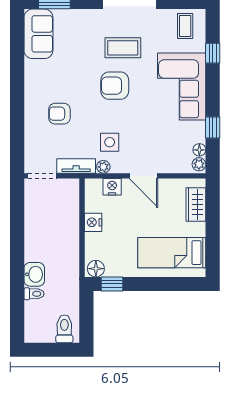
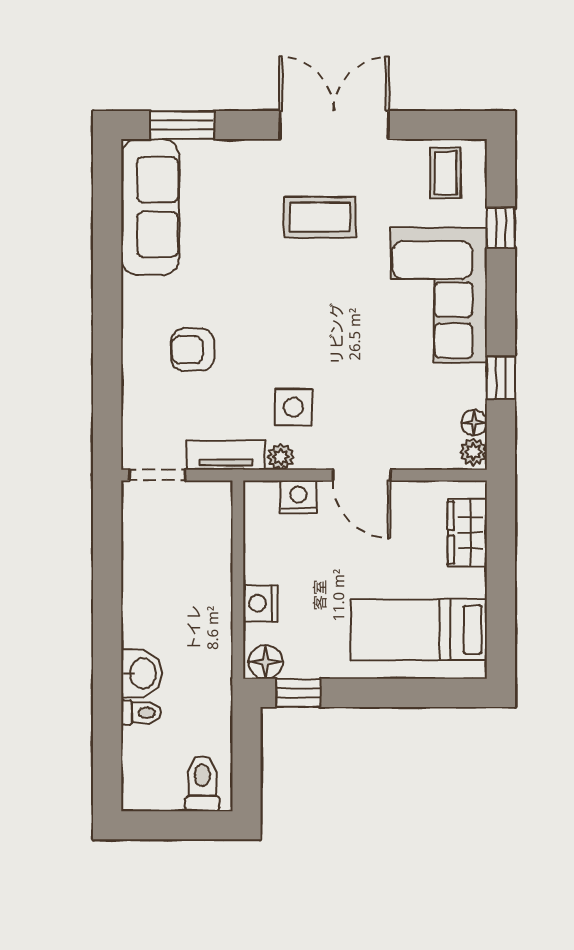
sofa: (38, 34) -> (150, 207), width x1.36
armchair: (115, 86) -> (304, 293), removed
nightstand: (93, 222) -> (260, 603), moved

